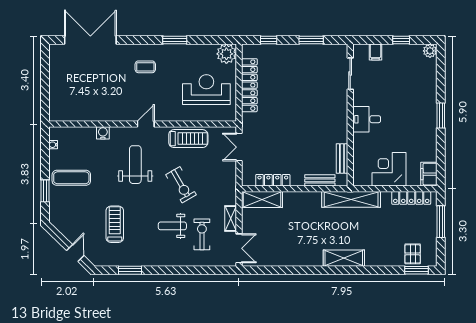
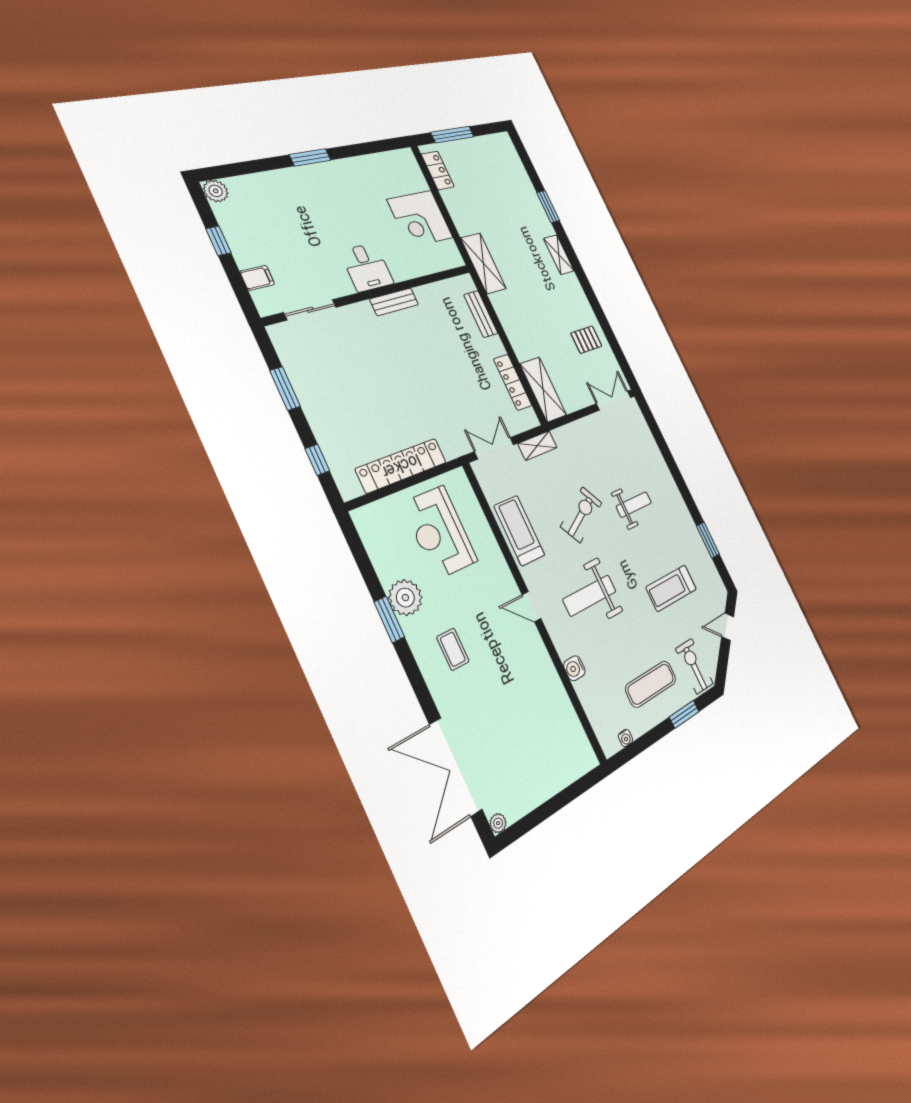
plant: (54, 49) -> (498, 823), added
plant: (226, 54) -> (405, 598), moved
double door: (239, 147) -> (494, 448), swing flipped
bench: (342, 158) -> (394, 302), moved
filing cabinet: (429, 174) -> (400, 161), removed
exercise mat: (71, 178) -> (651, 684), turned 90
locker: (411, 198) -> (438, 170), width x0.66
shelving: (351, 199) -> (483, 263), width x0.68
shelving: (231, 218) -> (537, 446), moved
weight bench: (172, 226) -> (634, 505), turned -90
exercise bike: (202, 234) -> (694, 666), moved, turned 90
pallet: (413, 254) -> (586, 340), moved
shelving: (344, 258) -> (559, 255), width x0.67, depth x0.75
window: (416, 270) -> (548, 207), moved

